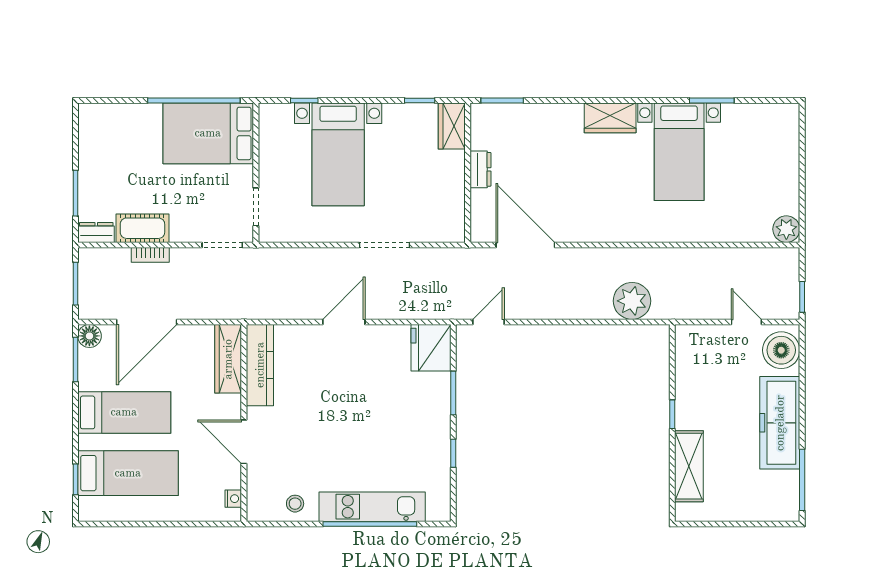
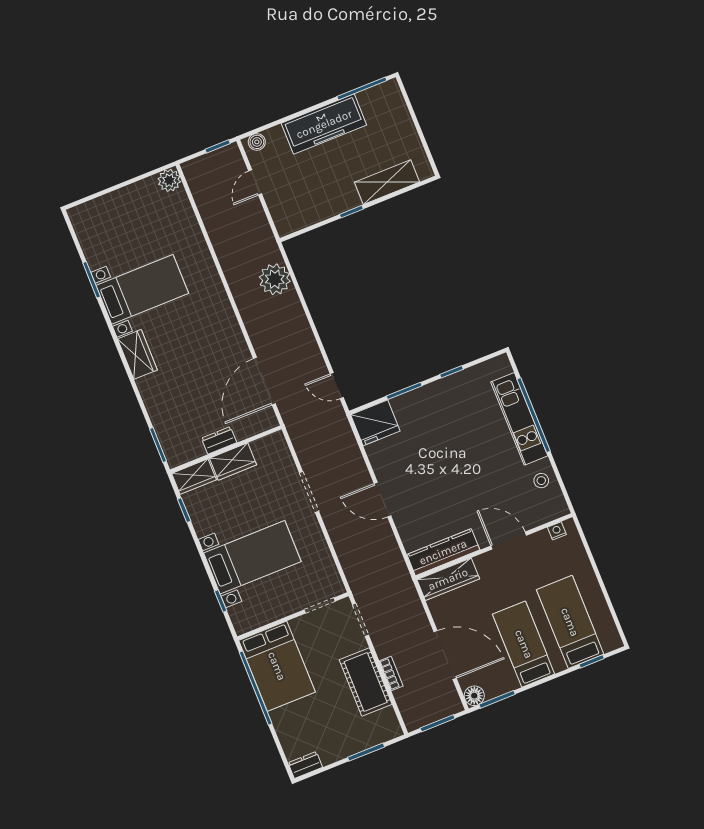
wardrobe: (451, 175) -> (233, 462), added
cot: (142, 228) -> (366, 682), width x1.37, depth x1.34
dresser: (96, 232) -> (305, 765), moved, turned 90
boiler: (781, 350) -> (257, 142), width x0.54, depth x0.54
door: (244, 442) -> (509, 541), swing flipped

